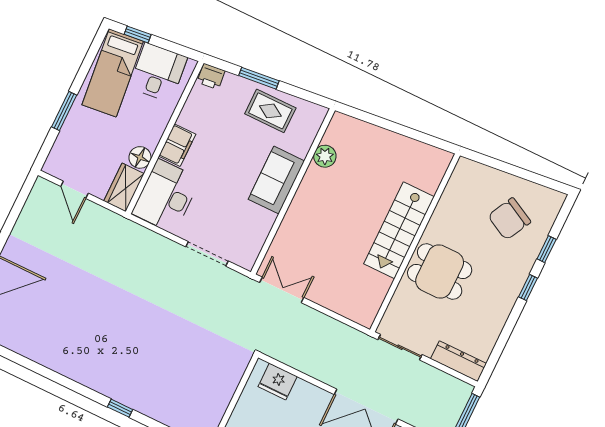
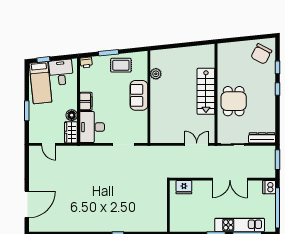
chair: (509, 219) -> (261, 54), moved
dining table: (440, 272) -> (234, 101), turned 90
double door: (282, 290) -> (197, 144), moved

